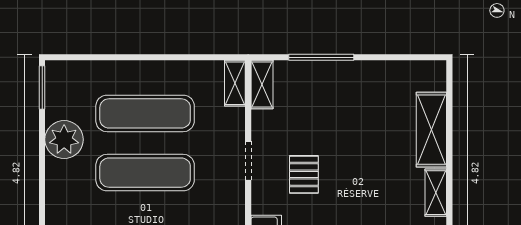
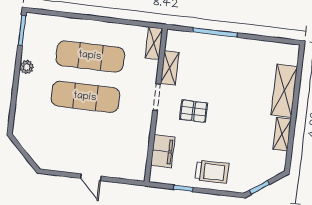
shelving: (262, 84) -> (170, 68), moved
plant: (64, 140) -> (27, 67), width x0.53, depth x0.53
pallet: (304, 174) -> (194, 111), turned 90

